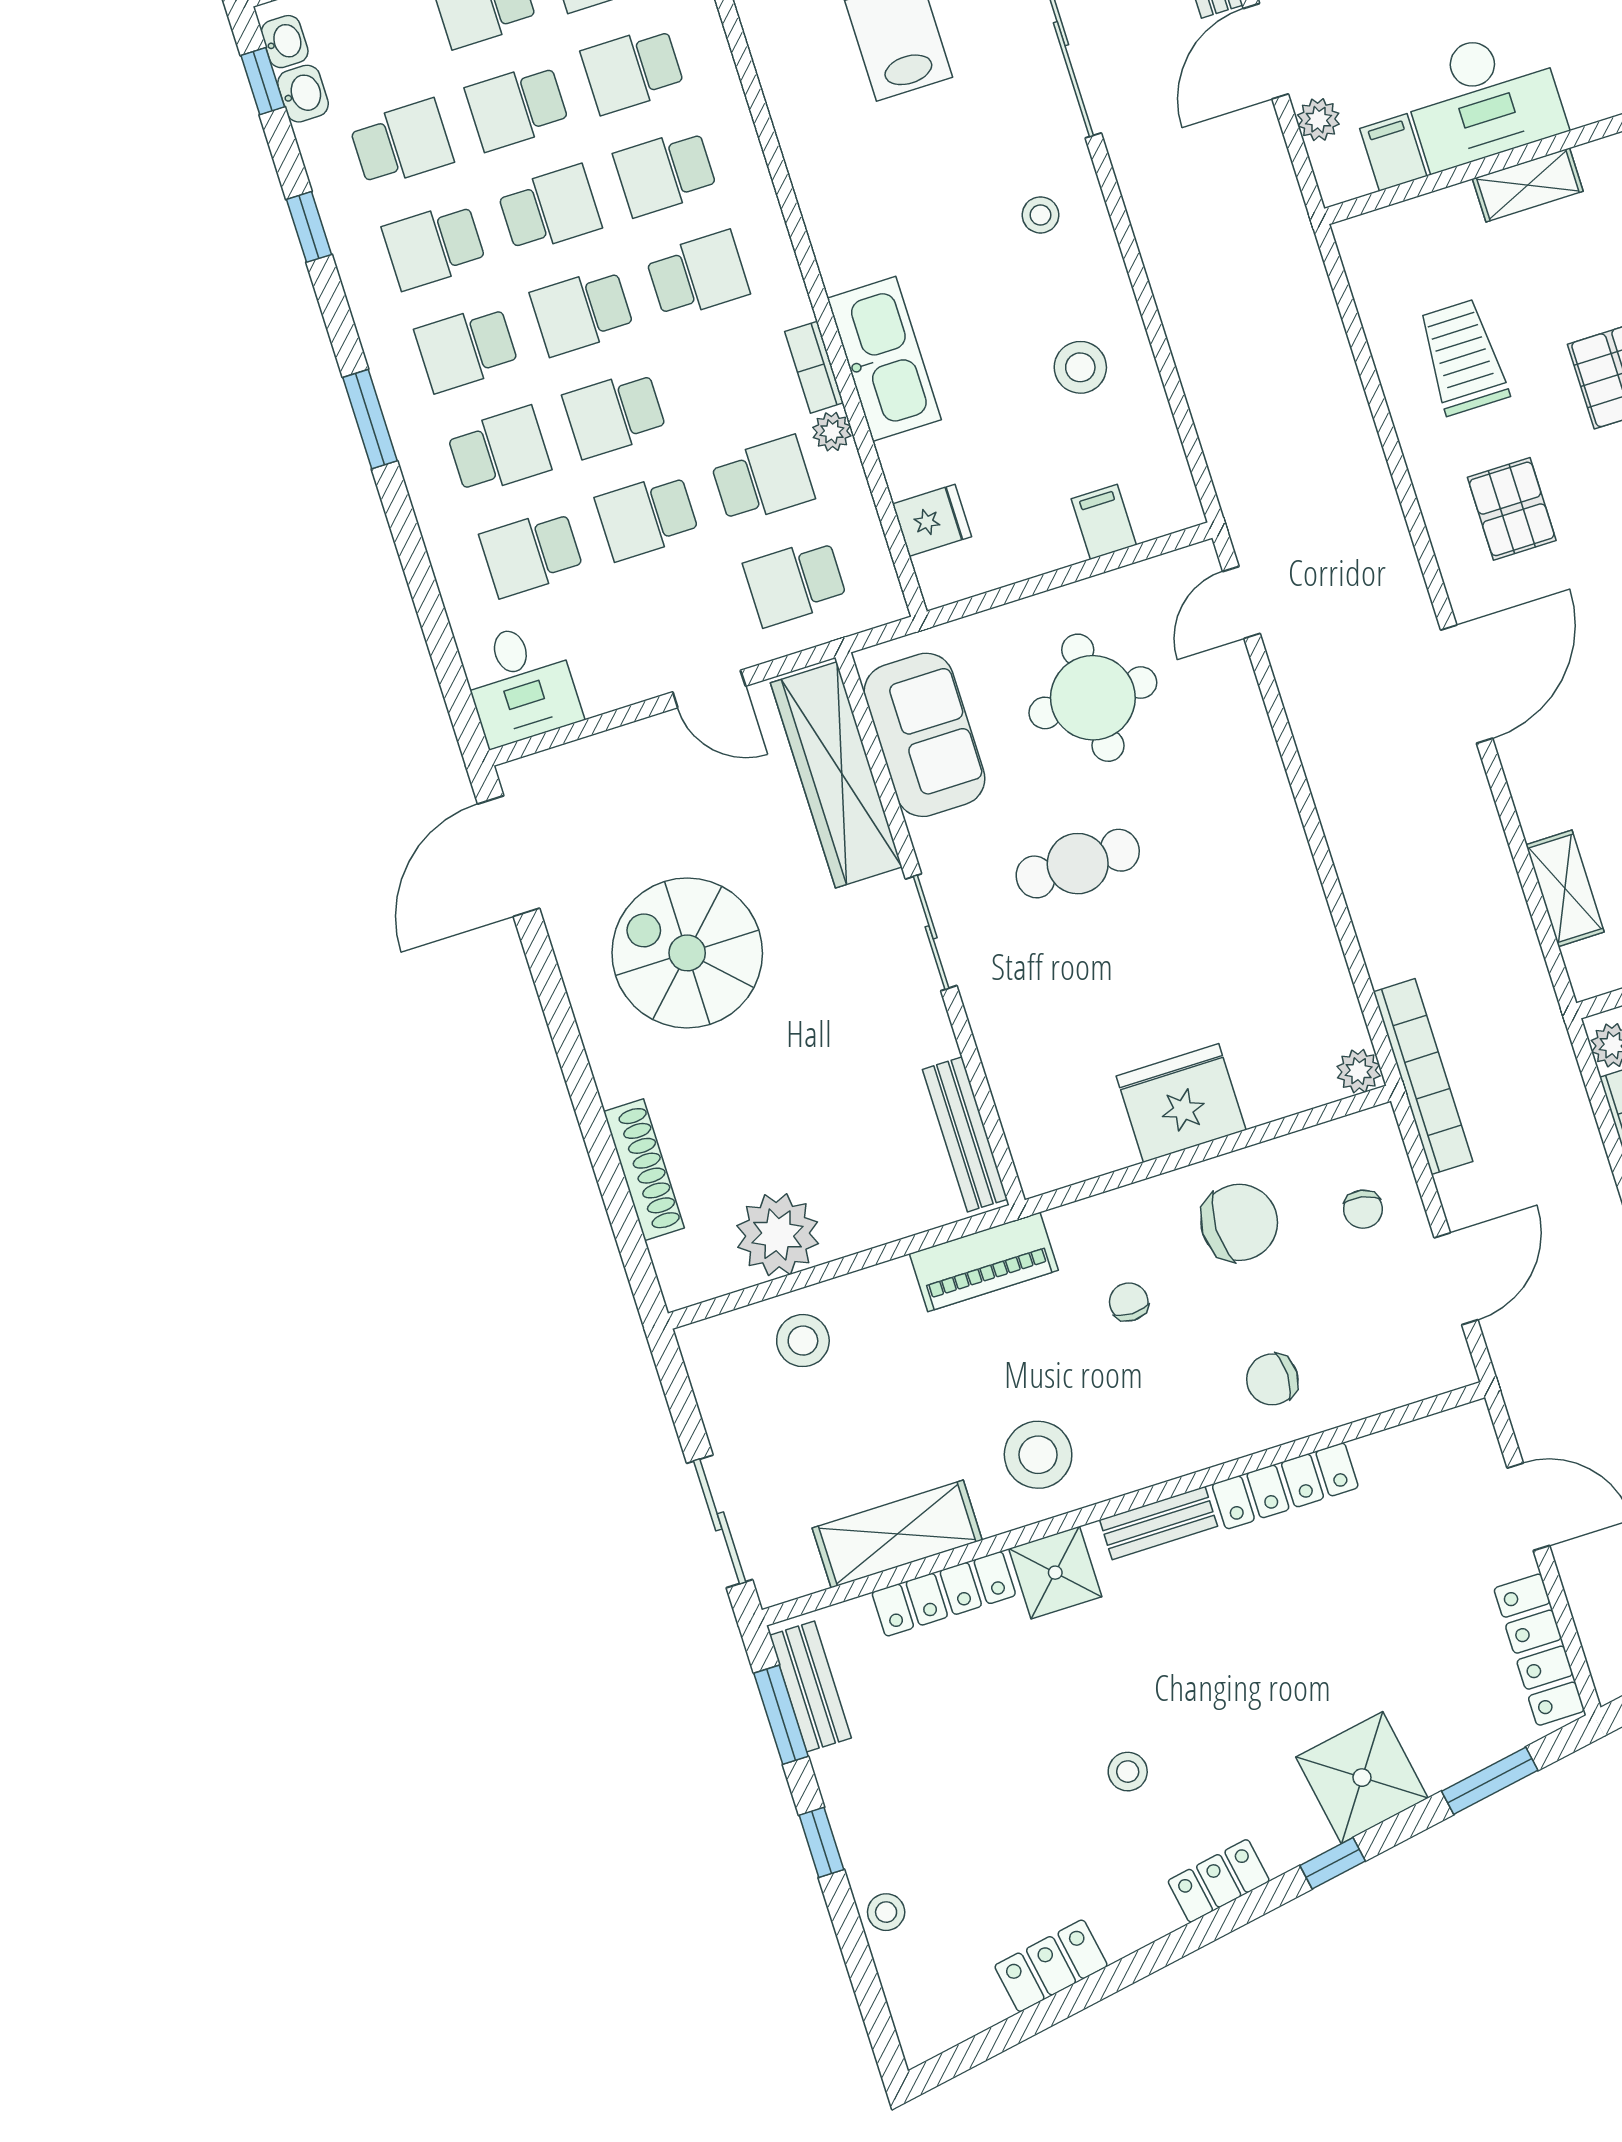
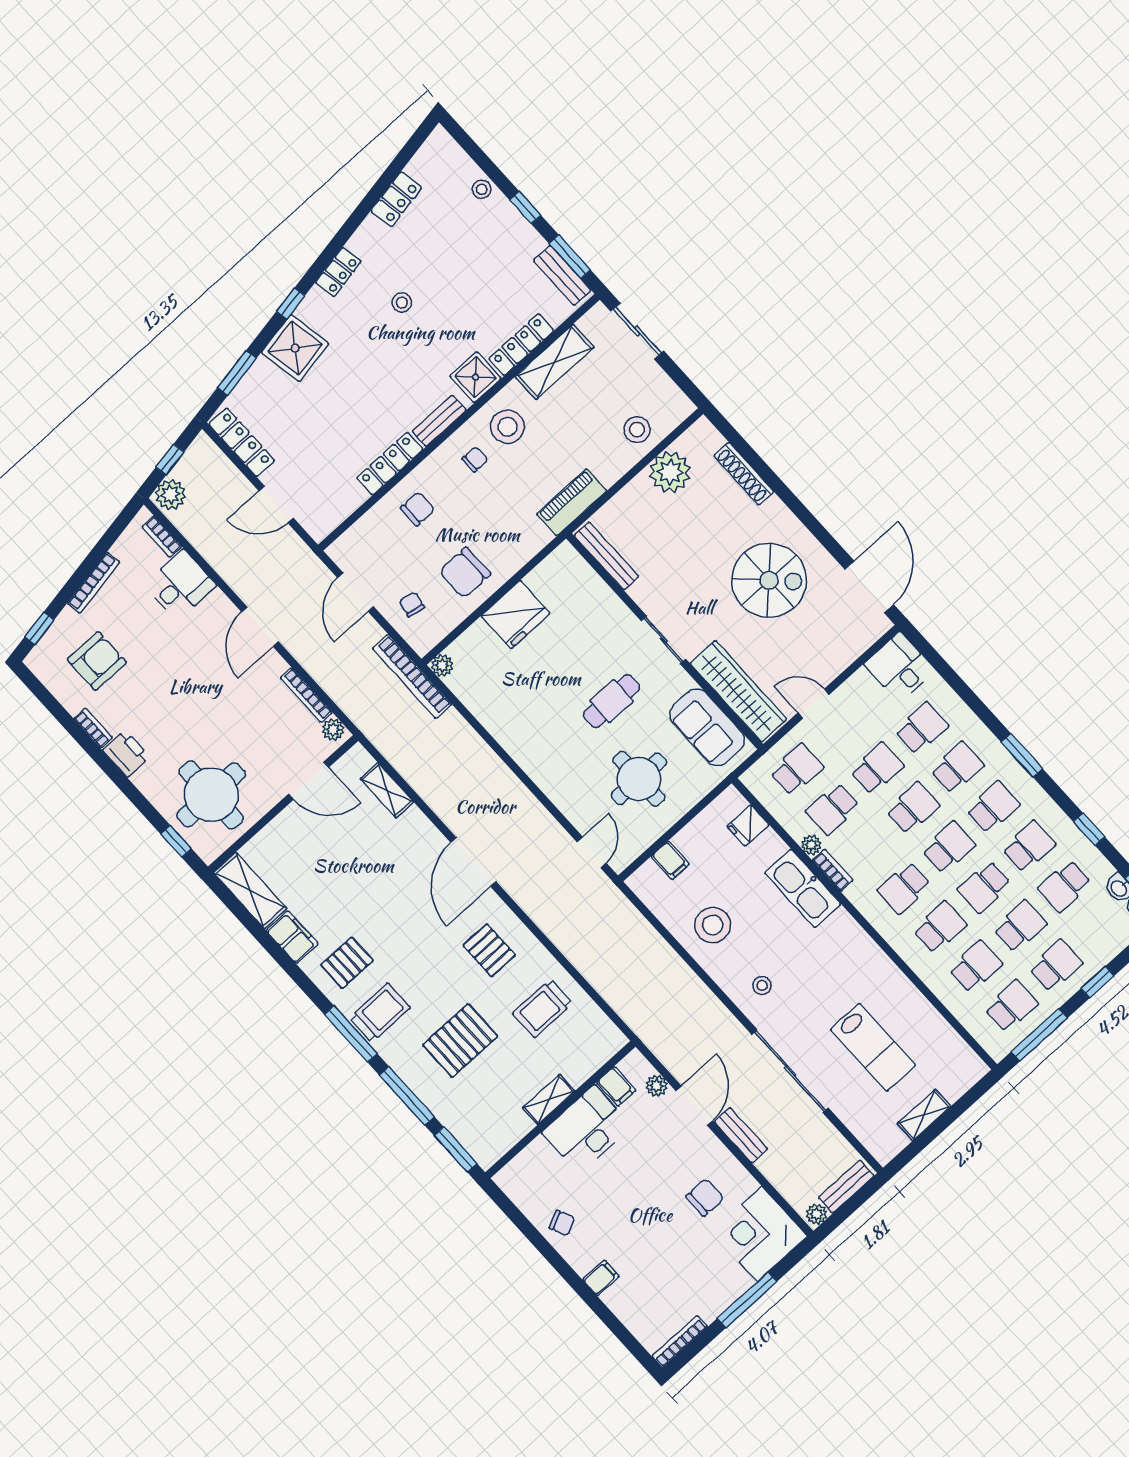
trolley: (1463, 357) -> (542, 1009), turned 90
stool: (1080, 367) -> (713, 925), width x1.38, depth x1.38
school desk: (499, 451) -> (957, 768), turned 180
chair: (1129, 1302) -> (475, 459), moved, turned -90

